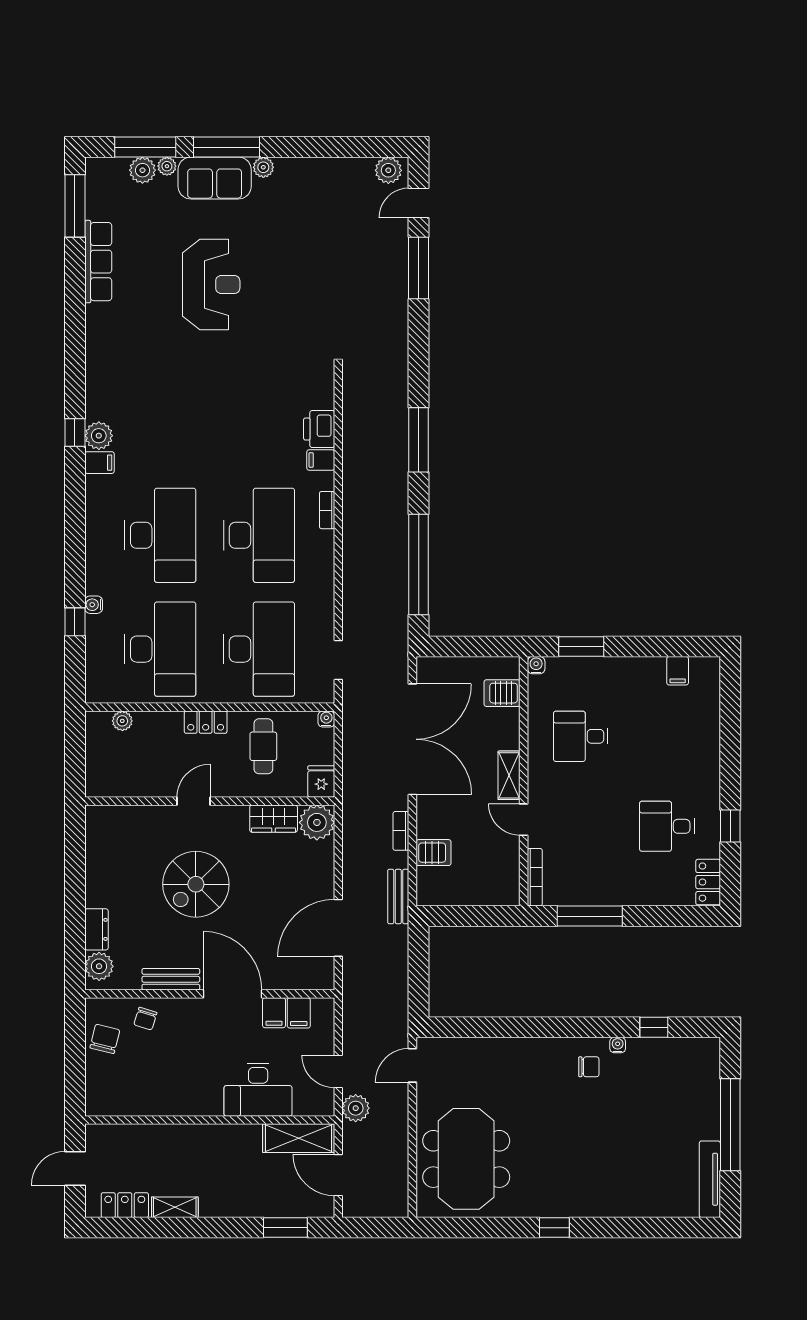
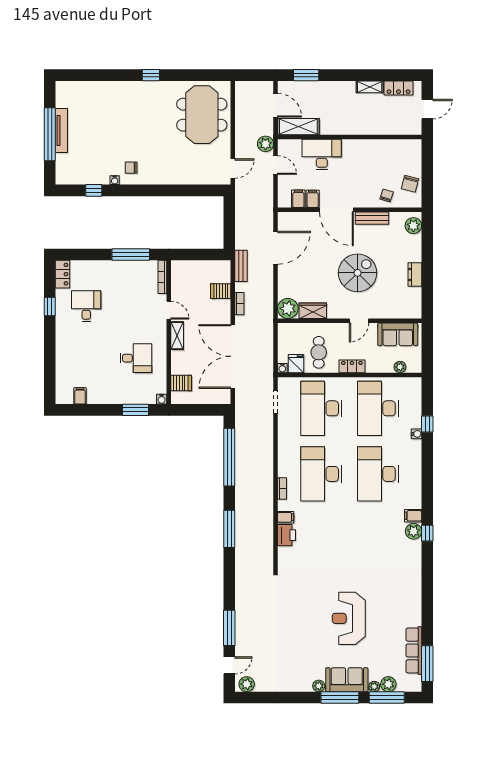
row of seats: (98, 262) -> (414, 650), moved
sofa: (126, 778) -> (398, 334), added
fridge: (321, 782) -> (296, 364), moved, turned 180
desk: (667, 826) -> (86, 306), turned -90
dresser: (96, 929) -> (415, 275), moved
tv unit: (710, 1179) -> (61, 130), moved

